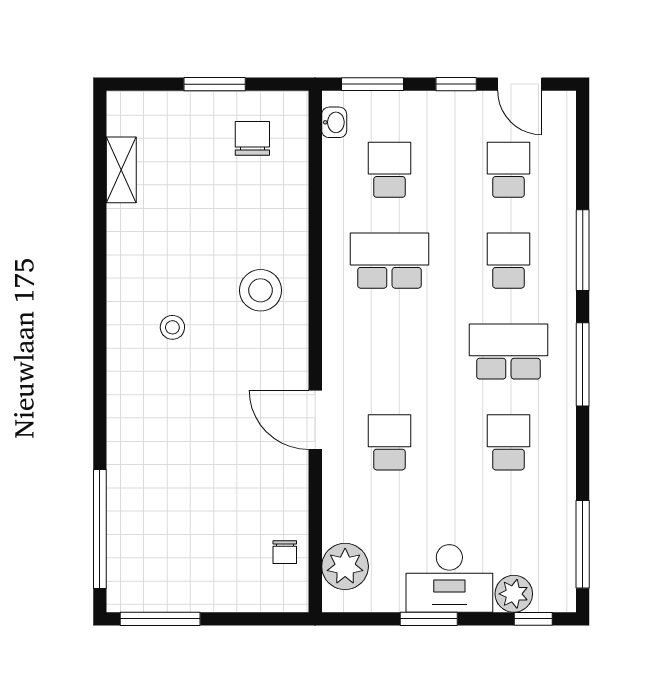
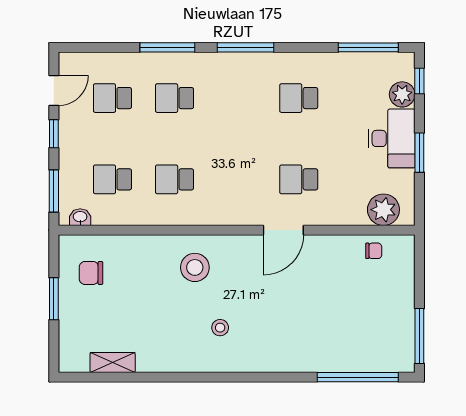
school desk: (389, 261) -> (175, 179), width x0.54
school desk: (508, 351) -> (237, 98), removed

